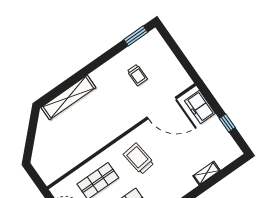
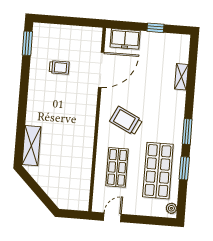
shelving: (68, 97) -> (31, 146), width x0.68
trolley: (139, 159) -> (126, 121), turned 33

